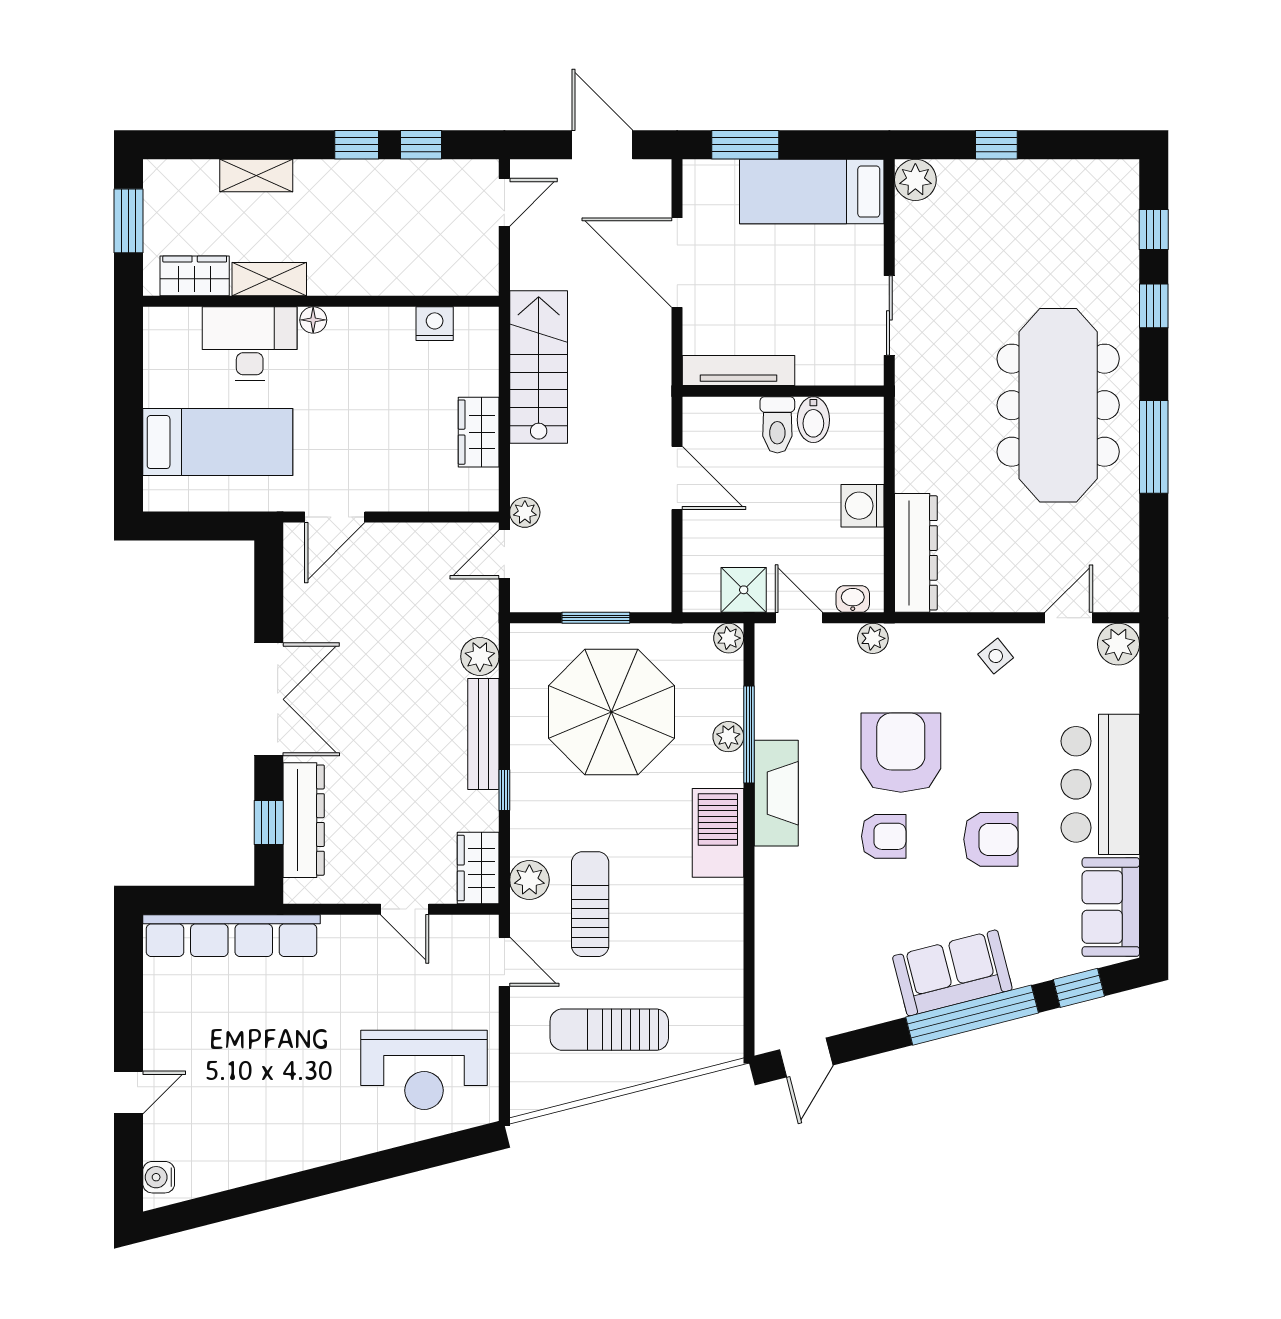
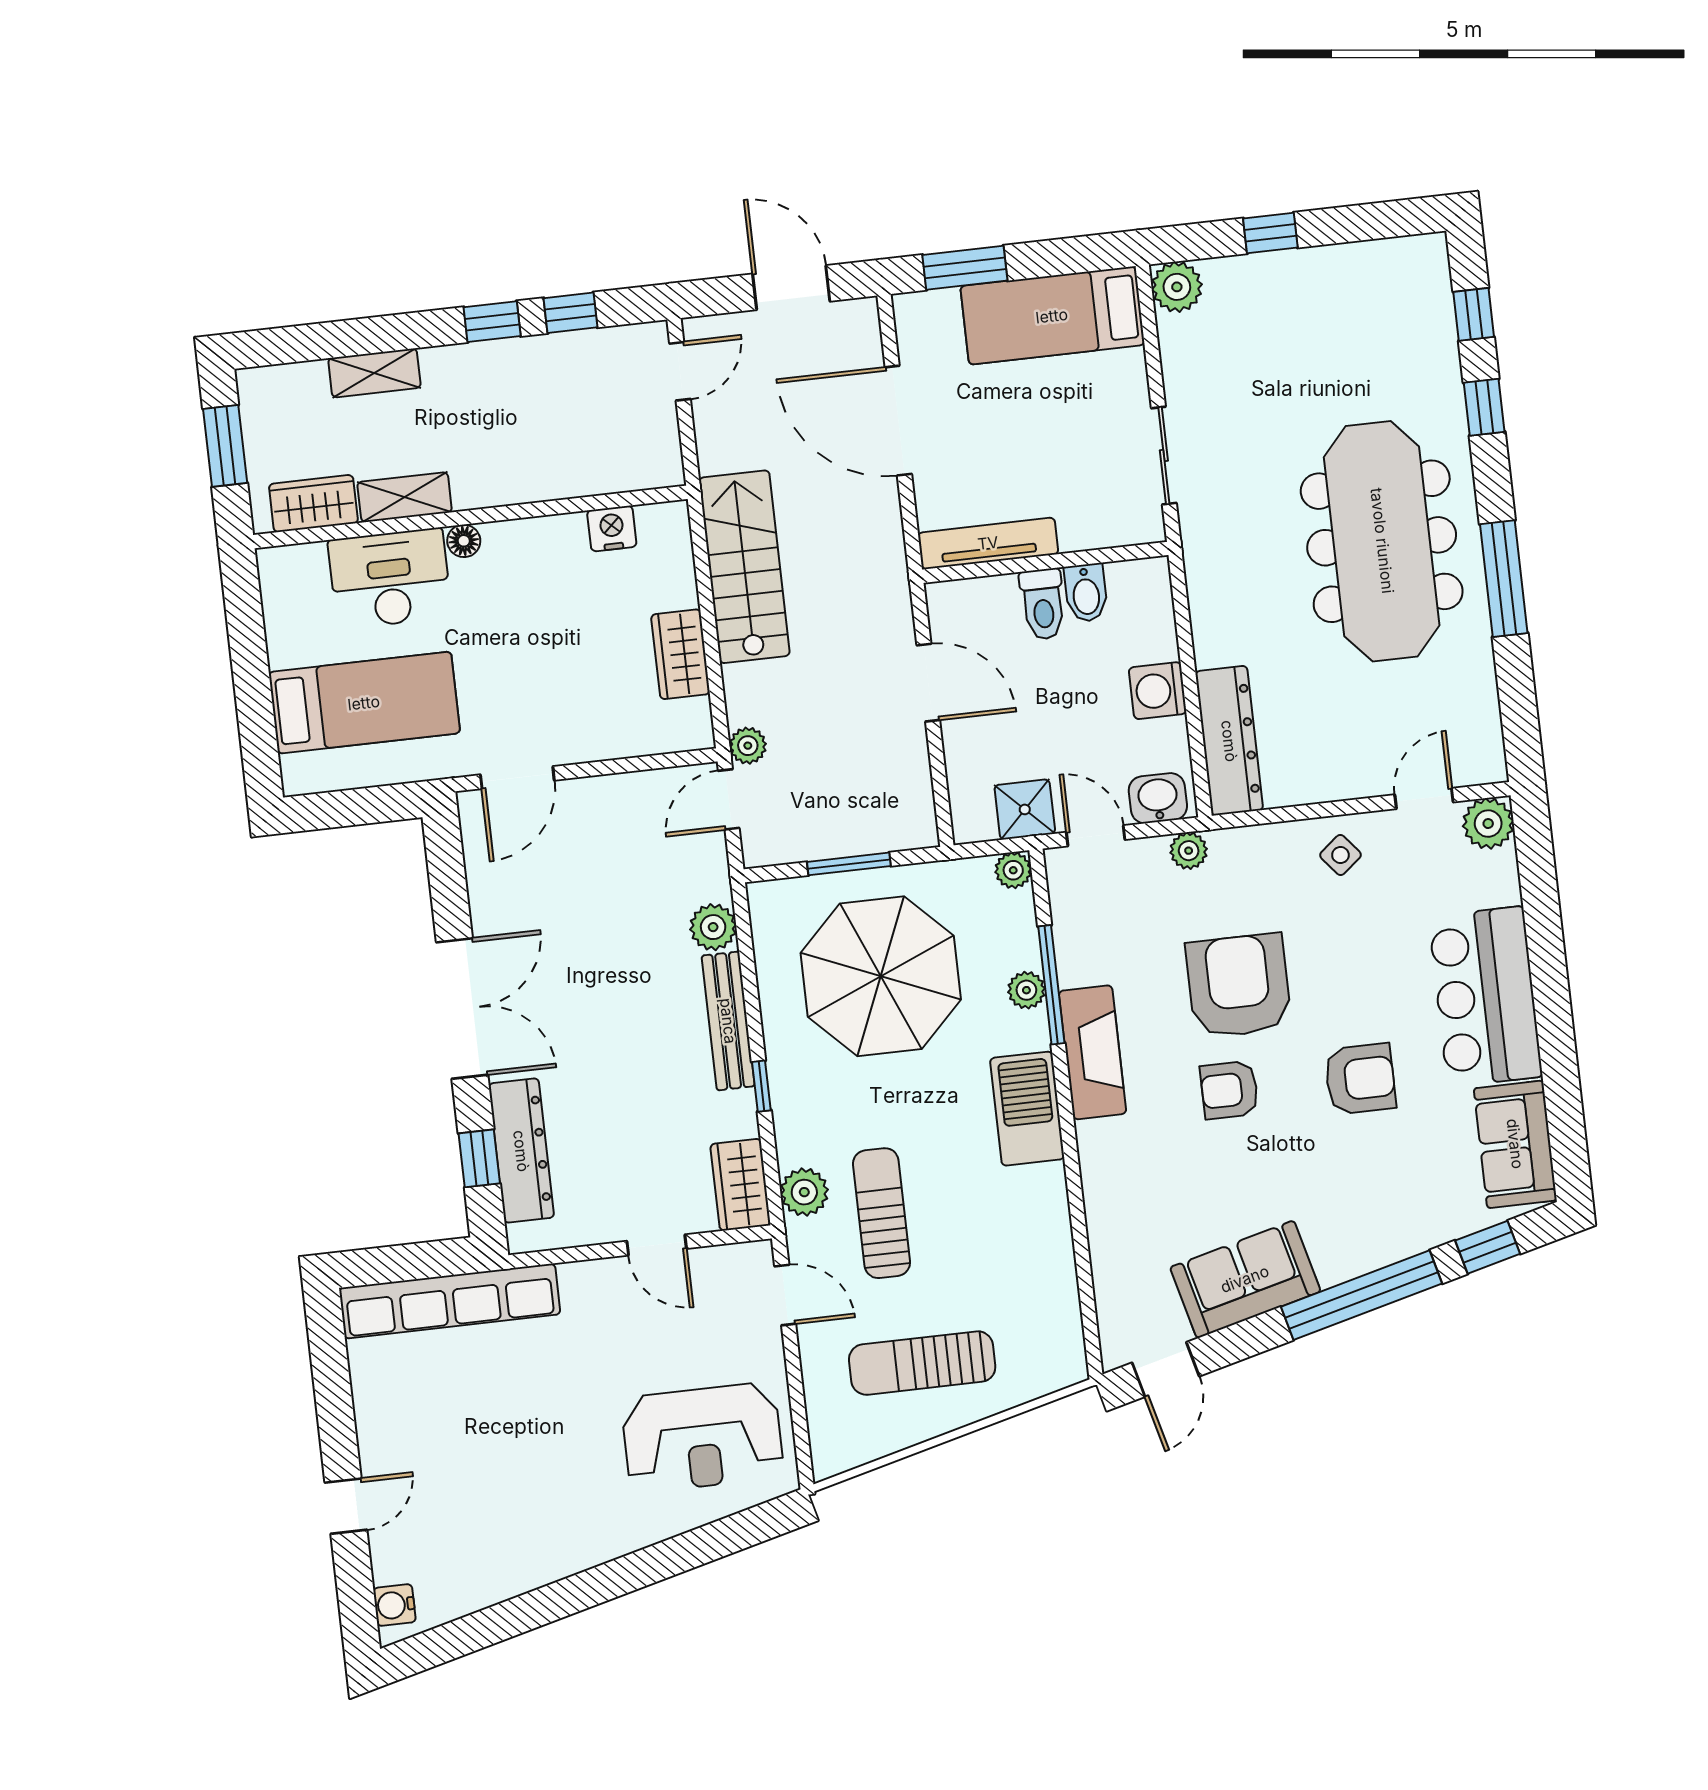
washbasin: (853, 599) -> (1158, 798), width x1.38, depth x1.45
armchair: (884, 836) -> (1229, 1090), turned 180
sofa: (952, 973) -> (1245, 1279), moved

